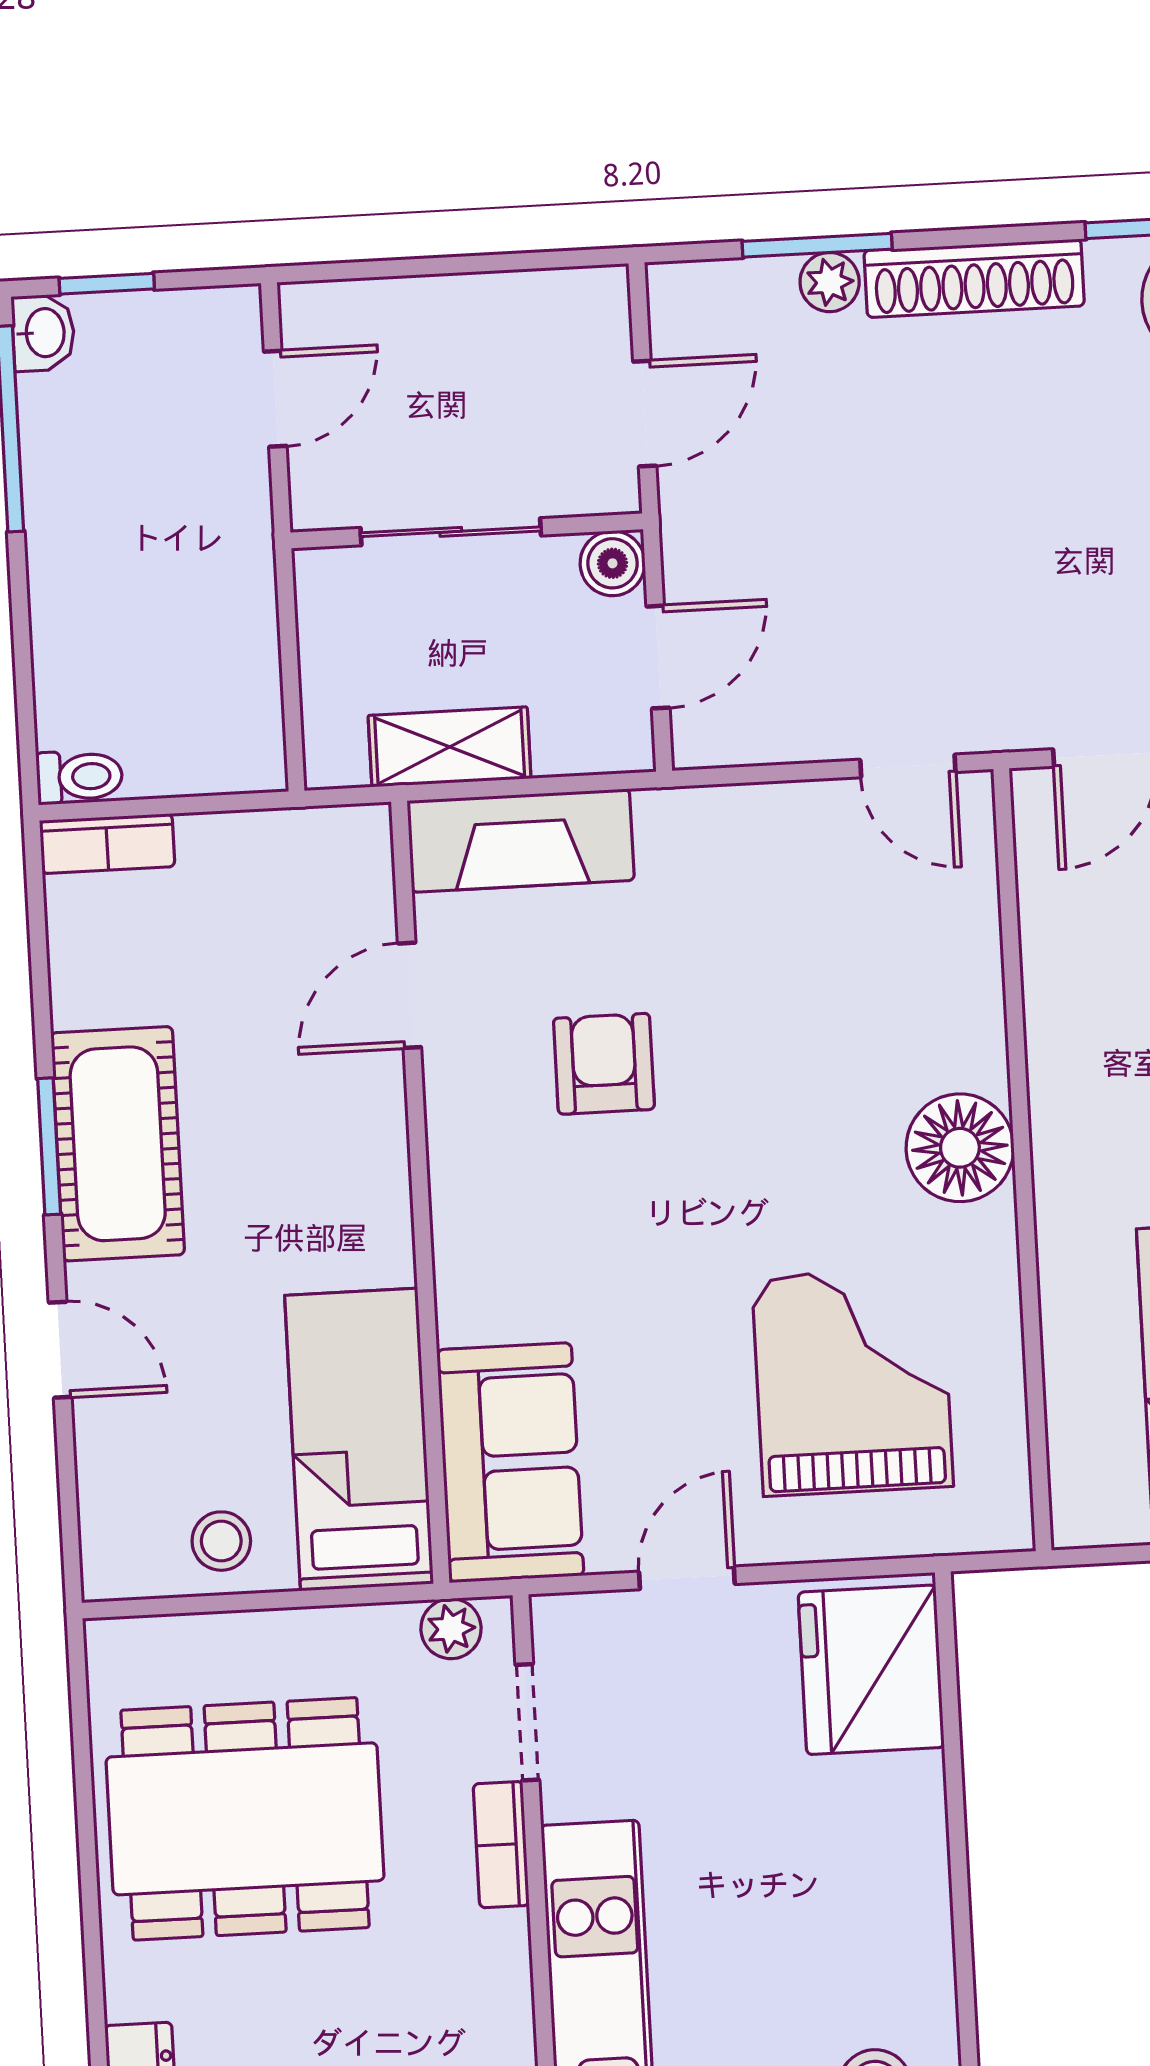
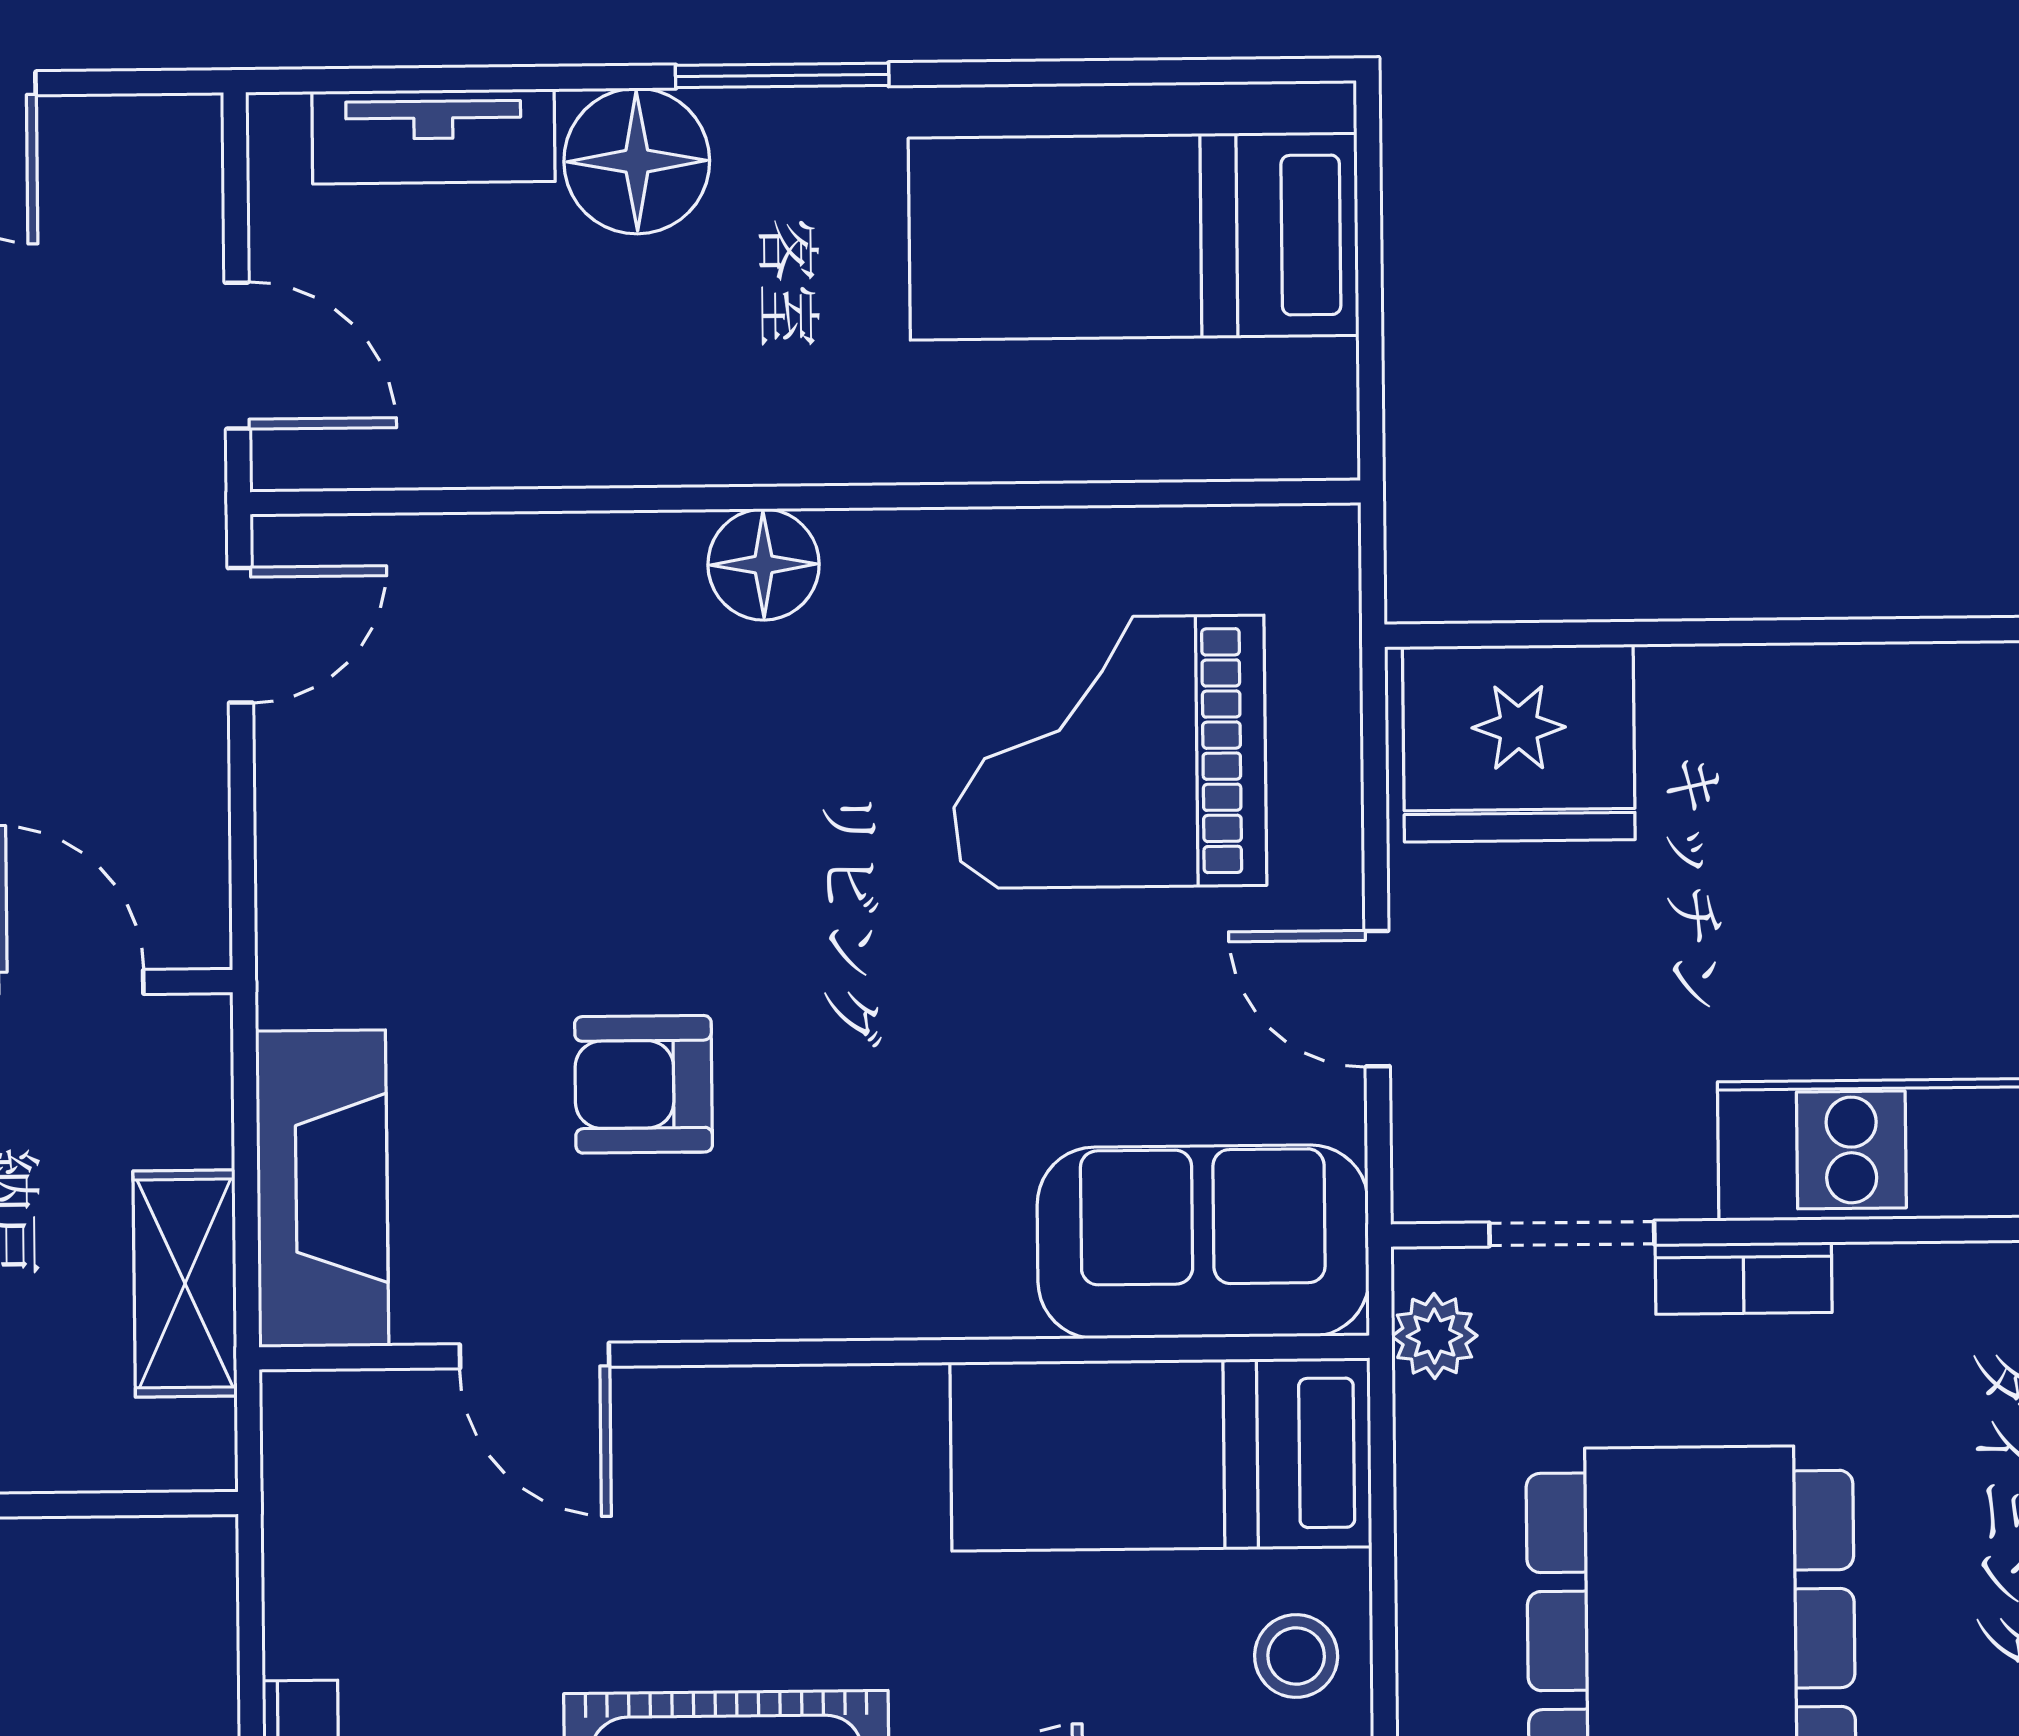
floor lamp: (960, 1148) -> (764, 564), width x0.73, depth x0.73

